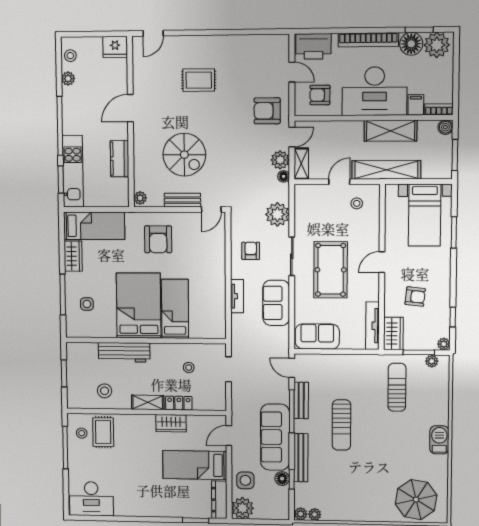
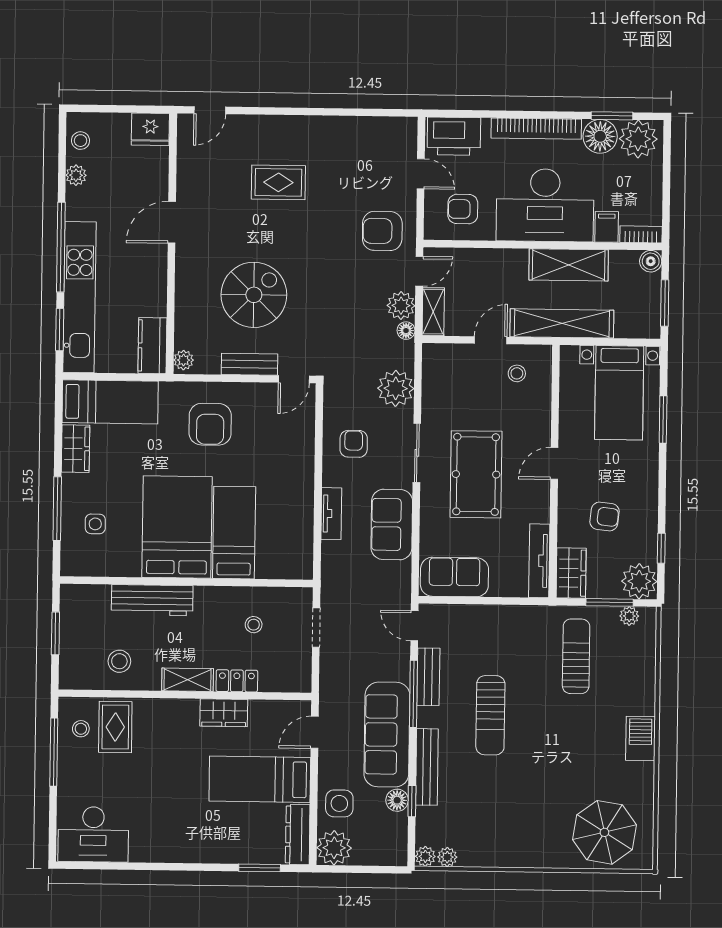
spiral stairs: (184, 155) -> (254, 295), turned -90
kitchen counter: (120, 159) -> (152, 346), moved
kitchen unit: (73, 171) -> (79, 297), width x1.36
plant: (444, 344) -> (639, 581), width x1.88, depth x1.88

